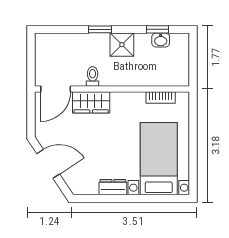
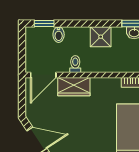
window: (100, 29) -> (44, 23), moved
bidet: (73, 42) -> (59, 35), added

